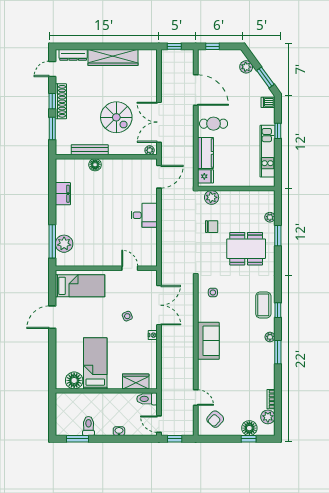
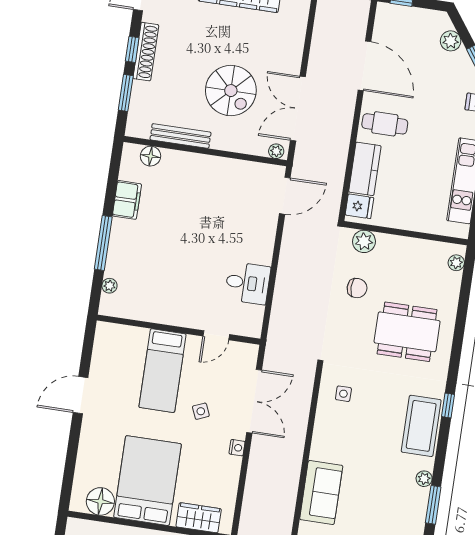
floor lamp: (95, 165) -> (151, 156), moved
desk: (144, 215) -> (248, 283), moved
plant: (270, 217) -> (456, 263), moved
window: (278, 236) -> (461, 318), removed
window: (52, 241) -> (103, 243), moved
plant: (64, 244) -> (109, 286), width x0.53, depth x0.53
door: (130, 268) -> (216, 335), swing flipped
bed: (80, 286) -> (162, 371), moved, turned 90
coffee table: (263, 305) -> (421, 426), width x1.36, depth x1.32
window: (278, 310) -> (448, 406), moved
sofa: (208, 341) -> (321, 492), moved
bed: (95, 363) -> (148, 481), width x1.50

